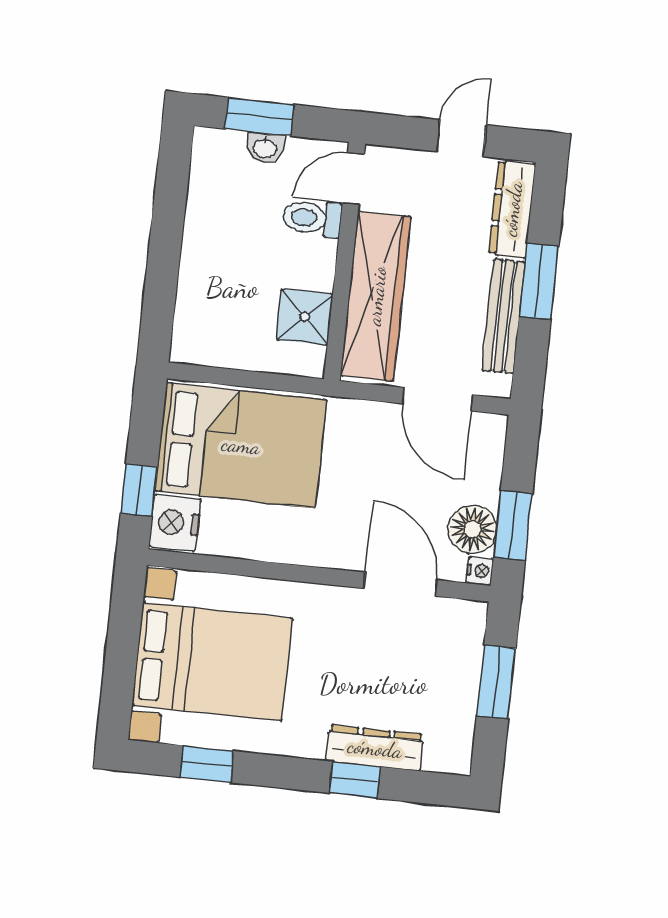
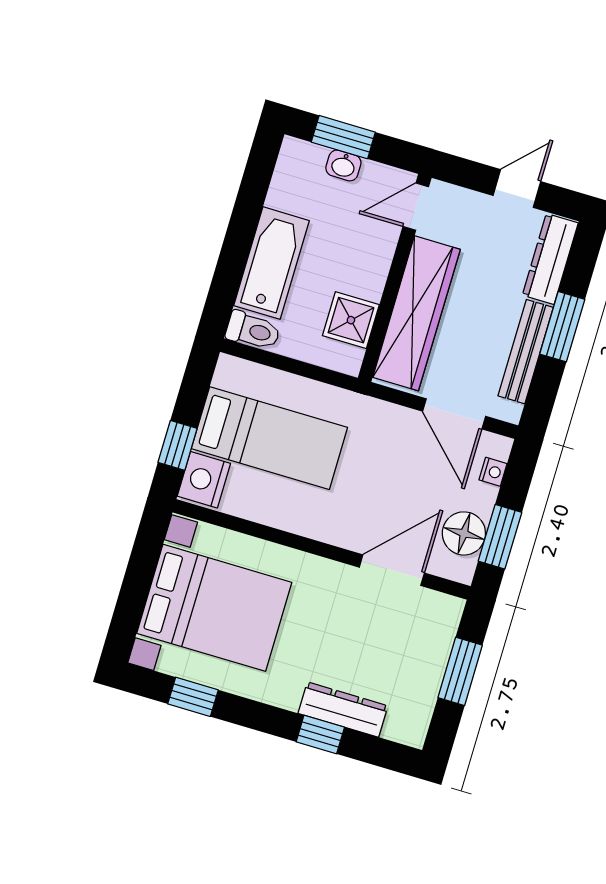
toilet: (312, 218) -> (253, 331), moved, turned 180
bathtub: (206, 270) -> (272, 263), added
bed: (241, 445) -> (269, 438), width x0.67
nightstand: (480, 571) -> (493, 472), moved
door: (400, 584) -> (392, 570), hinge flipped

